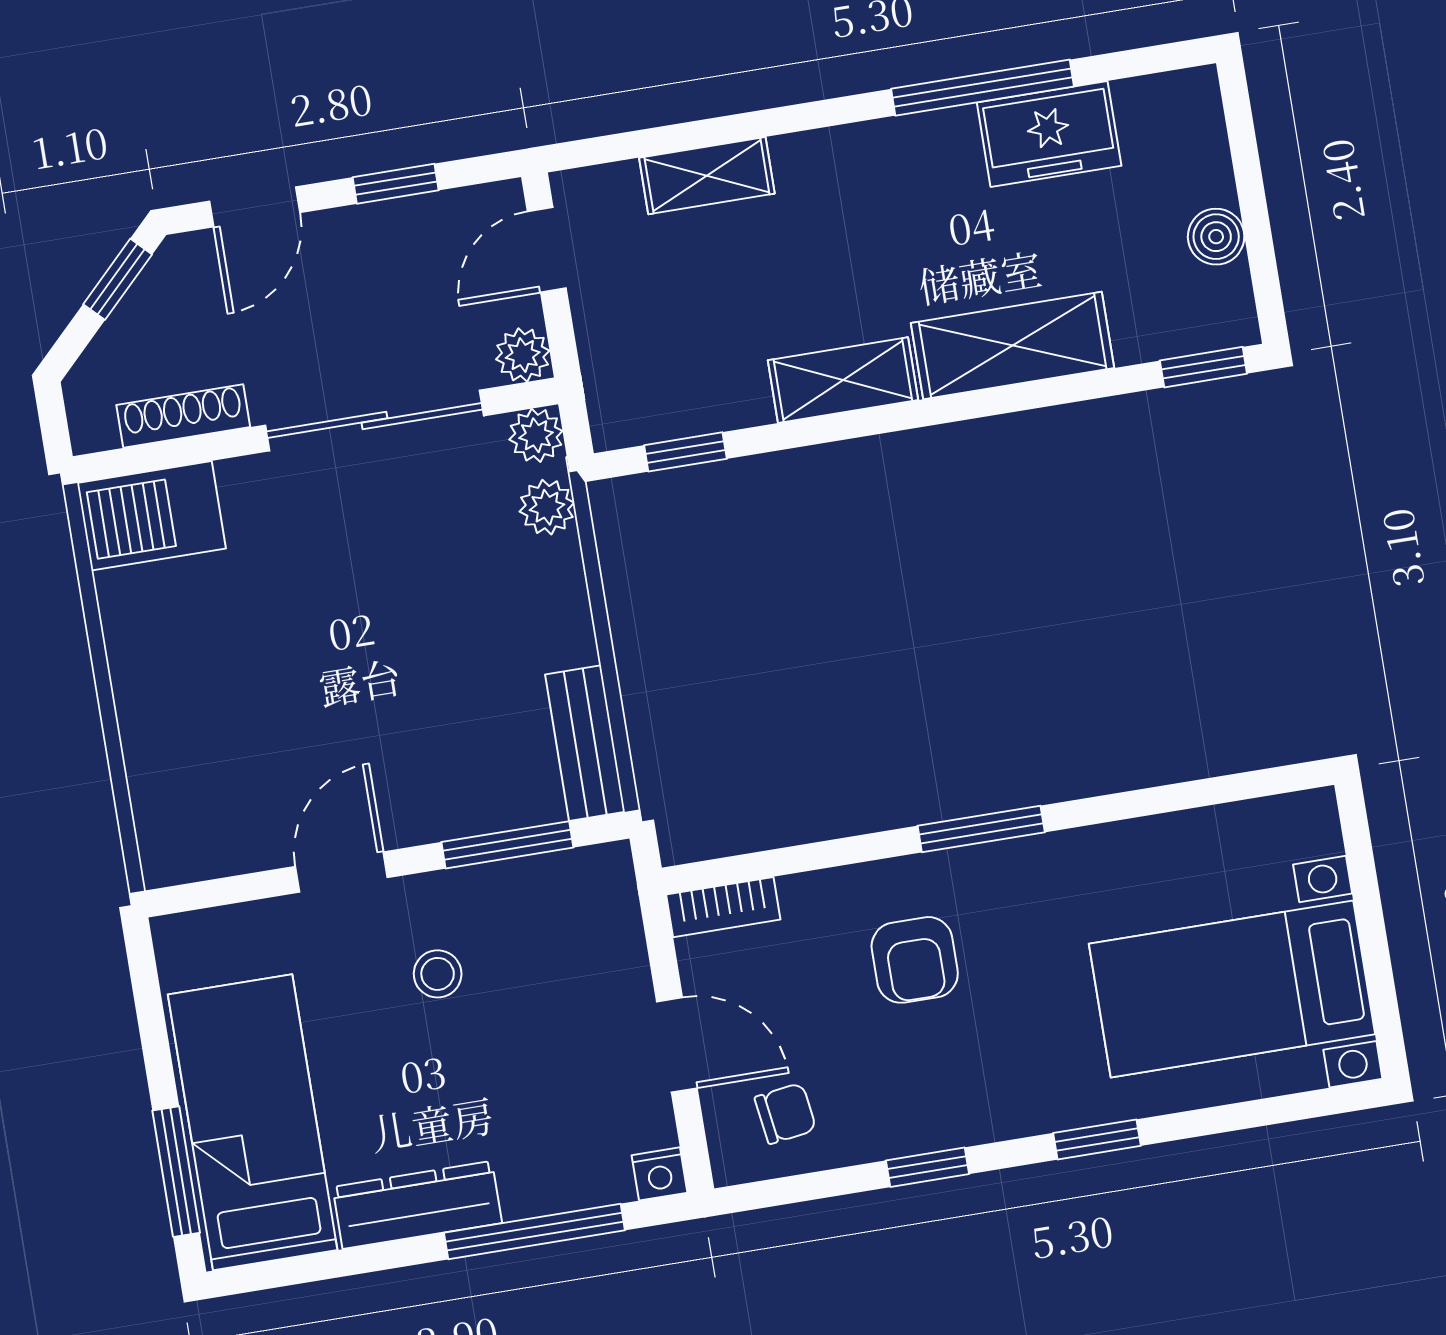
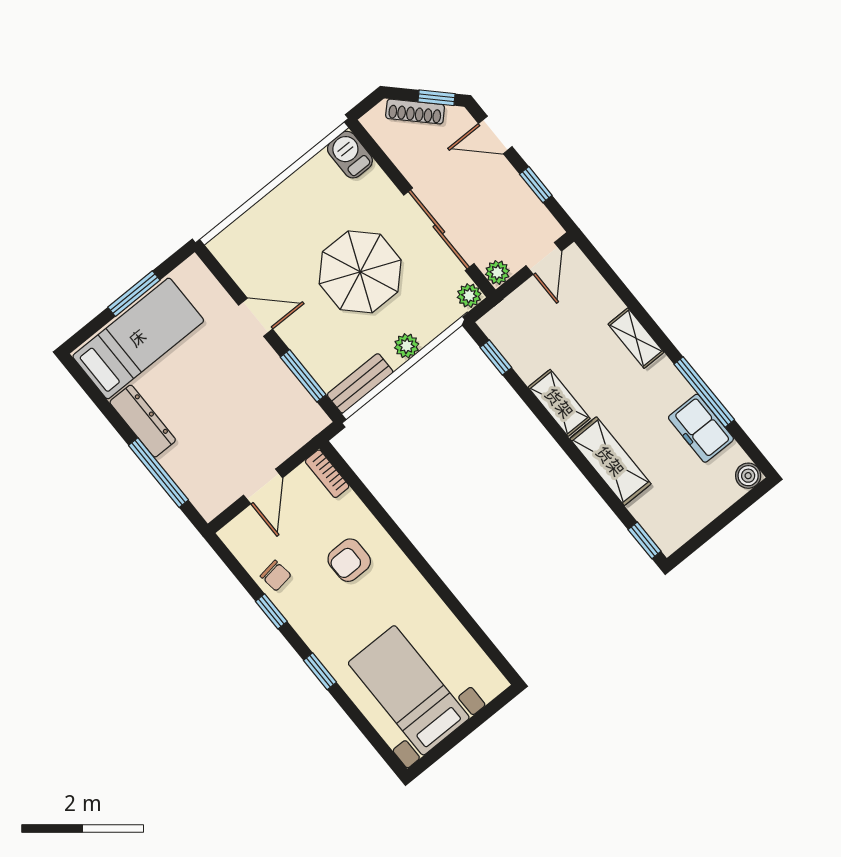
shelving: (707, 176) -> (636, 338), moved
boiler: (1216, 237) -> (748, 476), moved
door: (547, 250) -> (544, 258), swing flipped
shoe rack: (183, 416) -> (415, 111), moved, turned 135
plant: (547, 507) -> (407, 346), moved
barbecue: (151, 516) -> (350, 155), width x0.73, depth x0.79
parasol: (370, 620) -> (360, 272), added
window: (981, 829) -> (415, 557), removed
stool: (438, 974) -> (237, 377), removed
chair: (785, 1113) -> (276, 576), moved
window: (176, 1172) -> (134, 294), moved
nightstand: (660, 1174) -> (209, 509), removed

